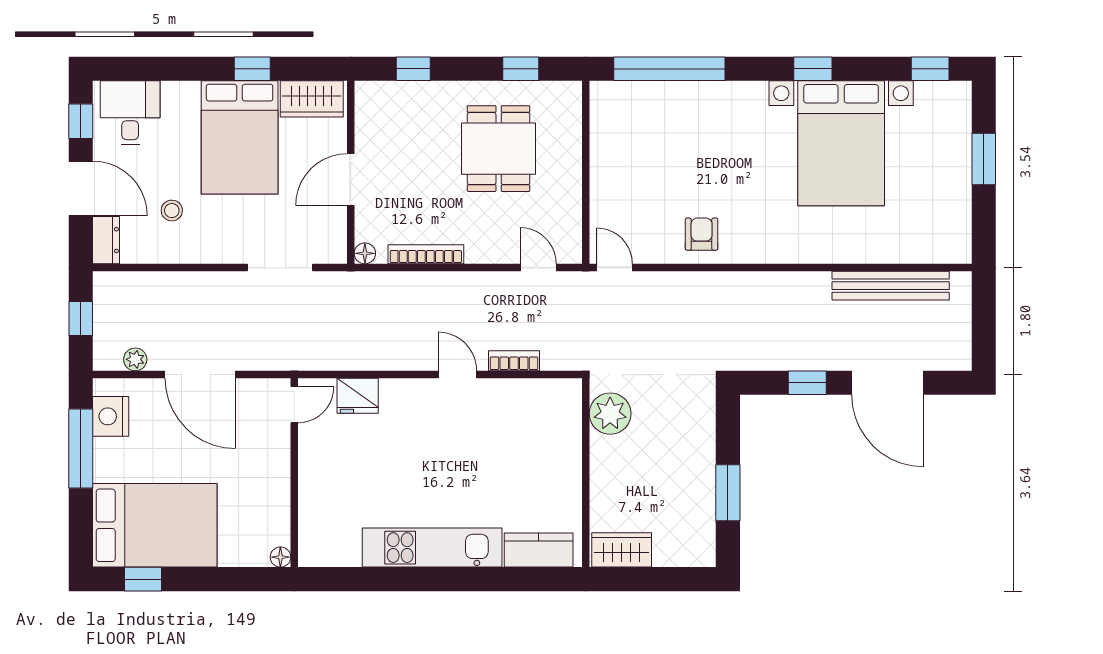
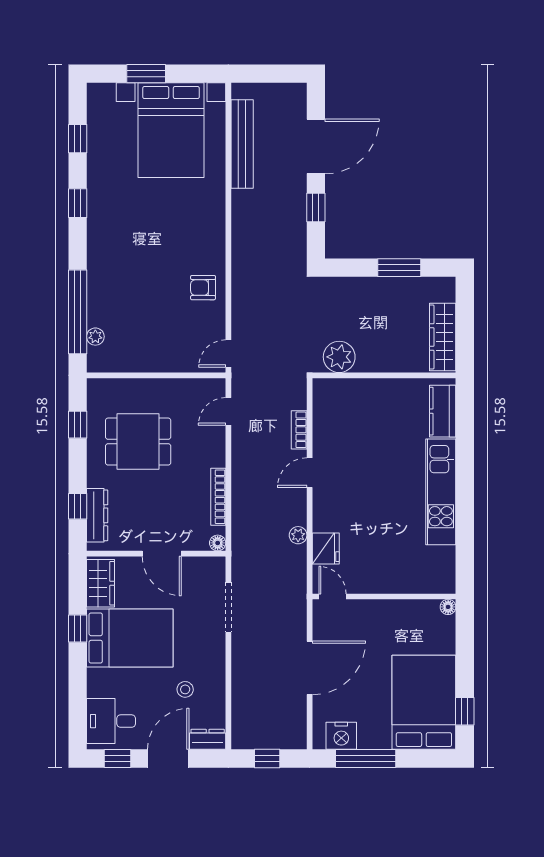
window: (930, 69) -> (78, 139), moved
plant: (637, 92) -> (95, 337), added
dresser: (401, 95) -> (97, 515), added
bed with nightstands: (841, 143) -> (171, 130), moved, turned 90
plant: (135, 359) -> (298, 535), moved
wardrobe: (622, 550) -> (443, 337), width x1.50

